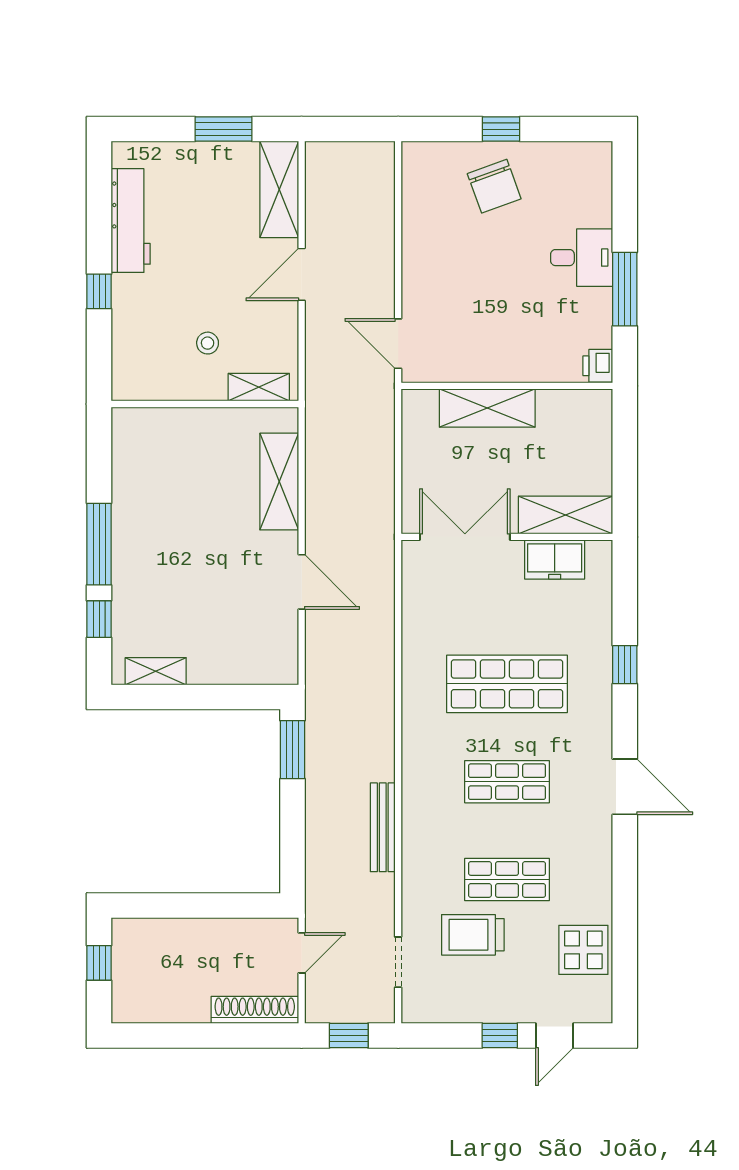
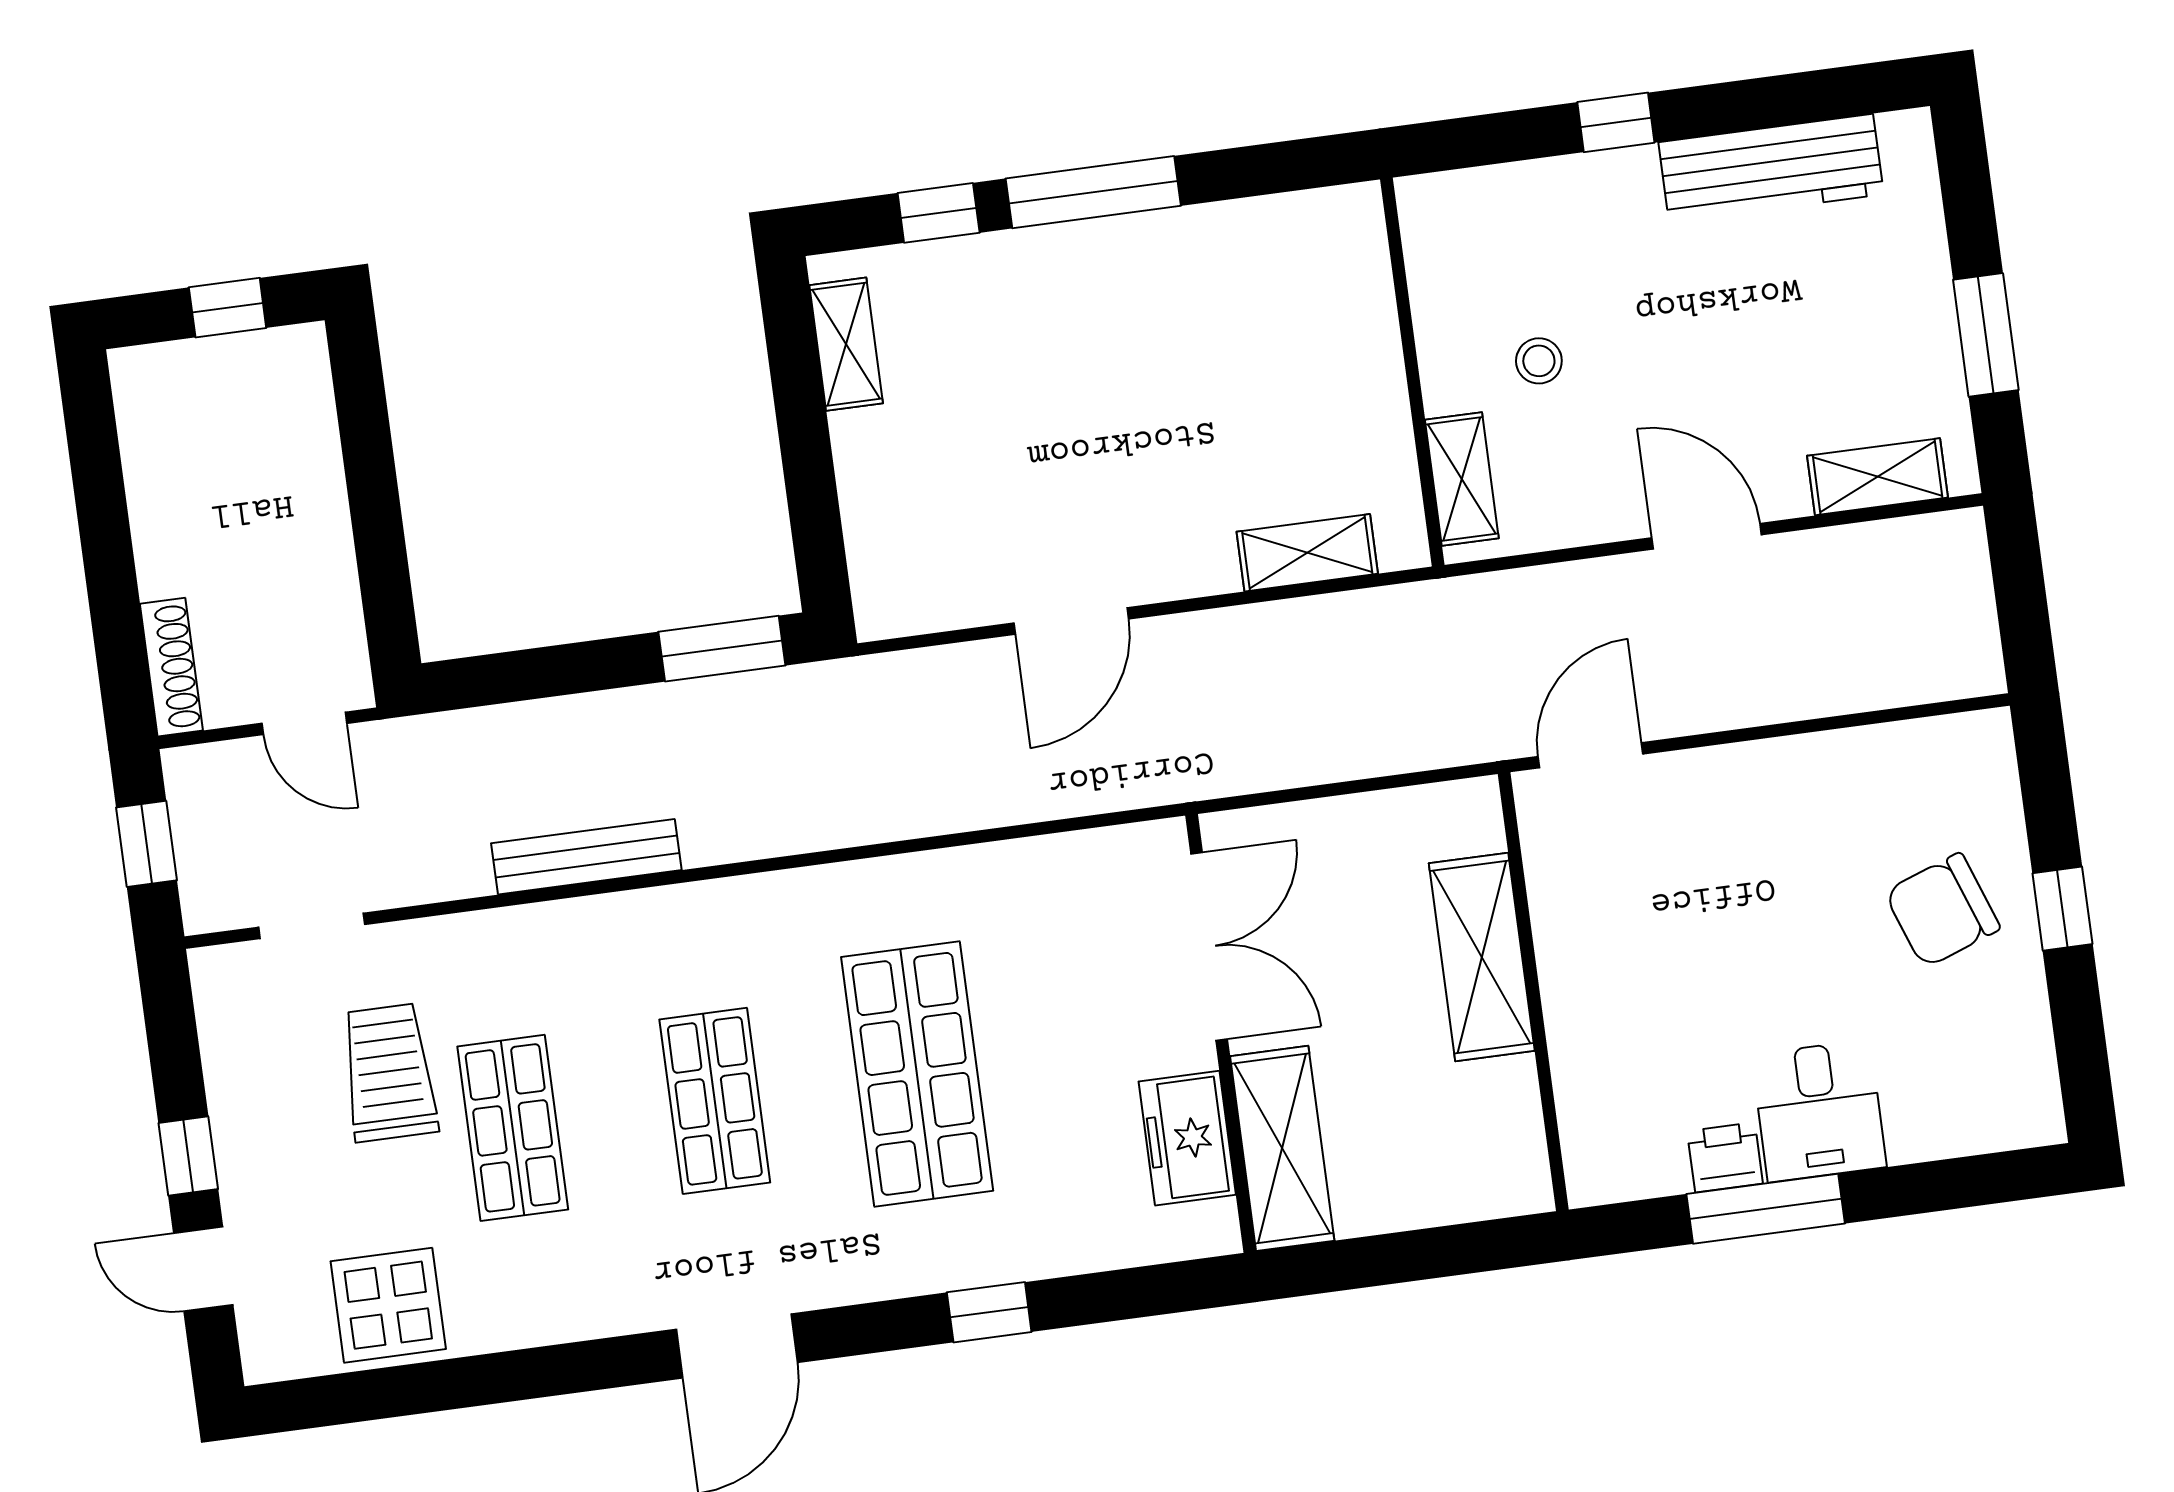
shelving: (279, 189) -> (1878, 477), width x0.67, depth x0.75
printer: (598, 366) -> (1725, 1157), moved
shelving: (279, 482) -> (1307, 553), width x0.67, depth x0.75
shoe rack: (255, 1010) -> (171, 667), width x0.74, depth x0.81

